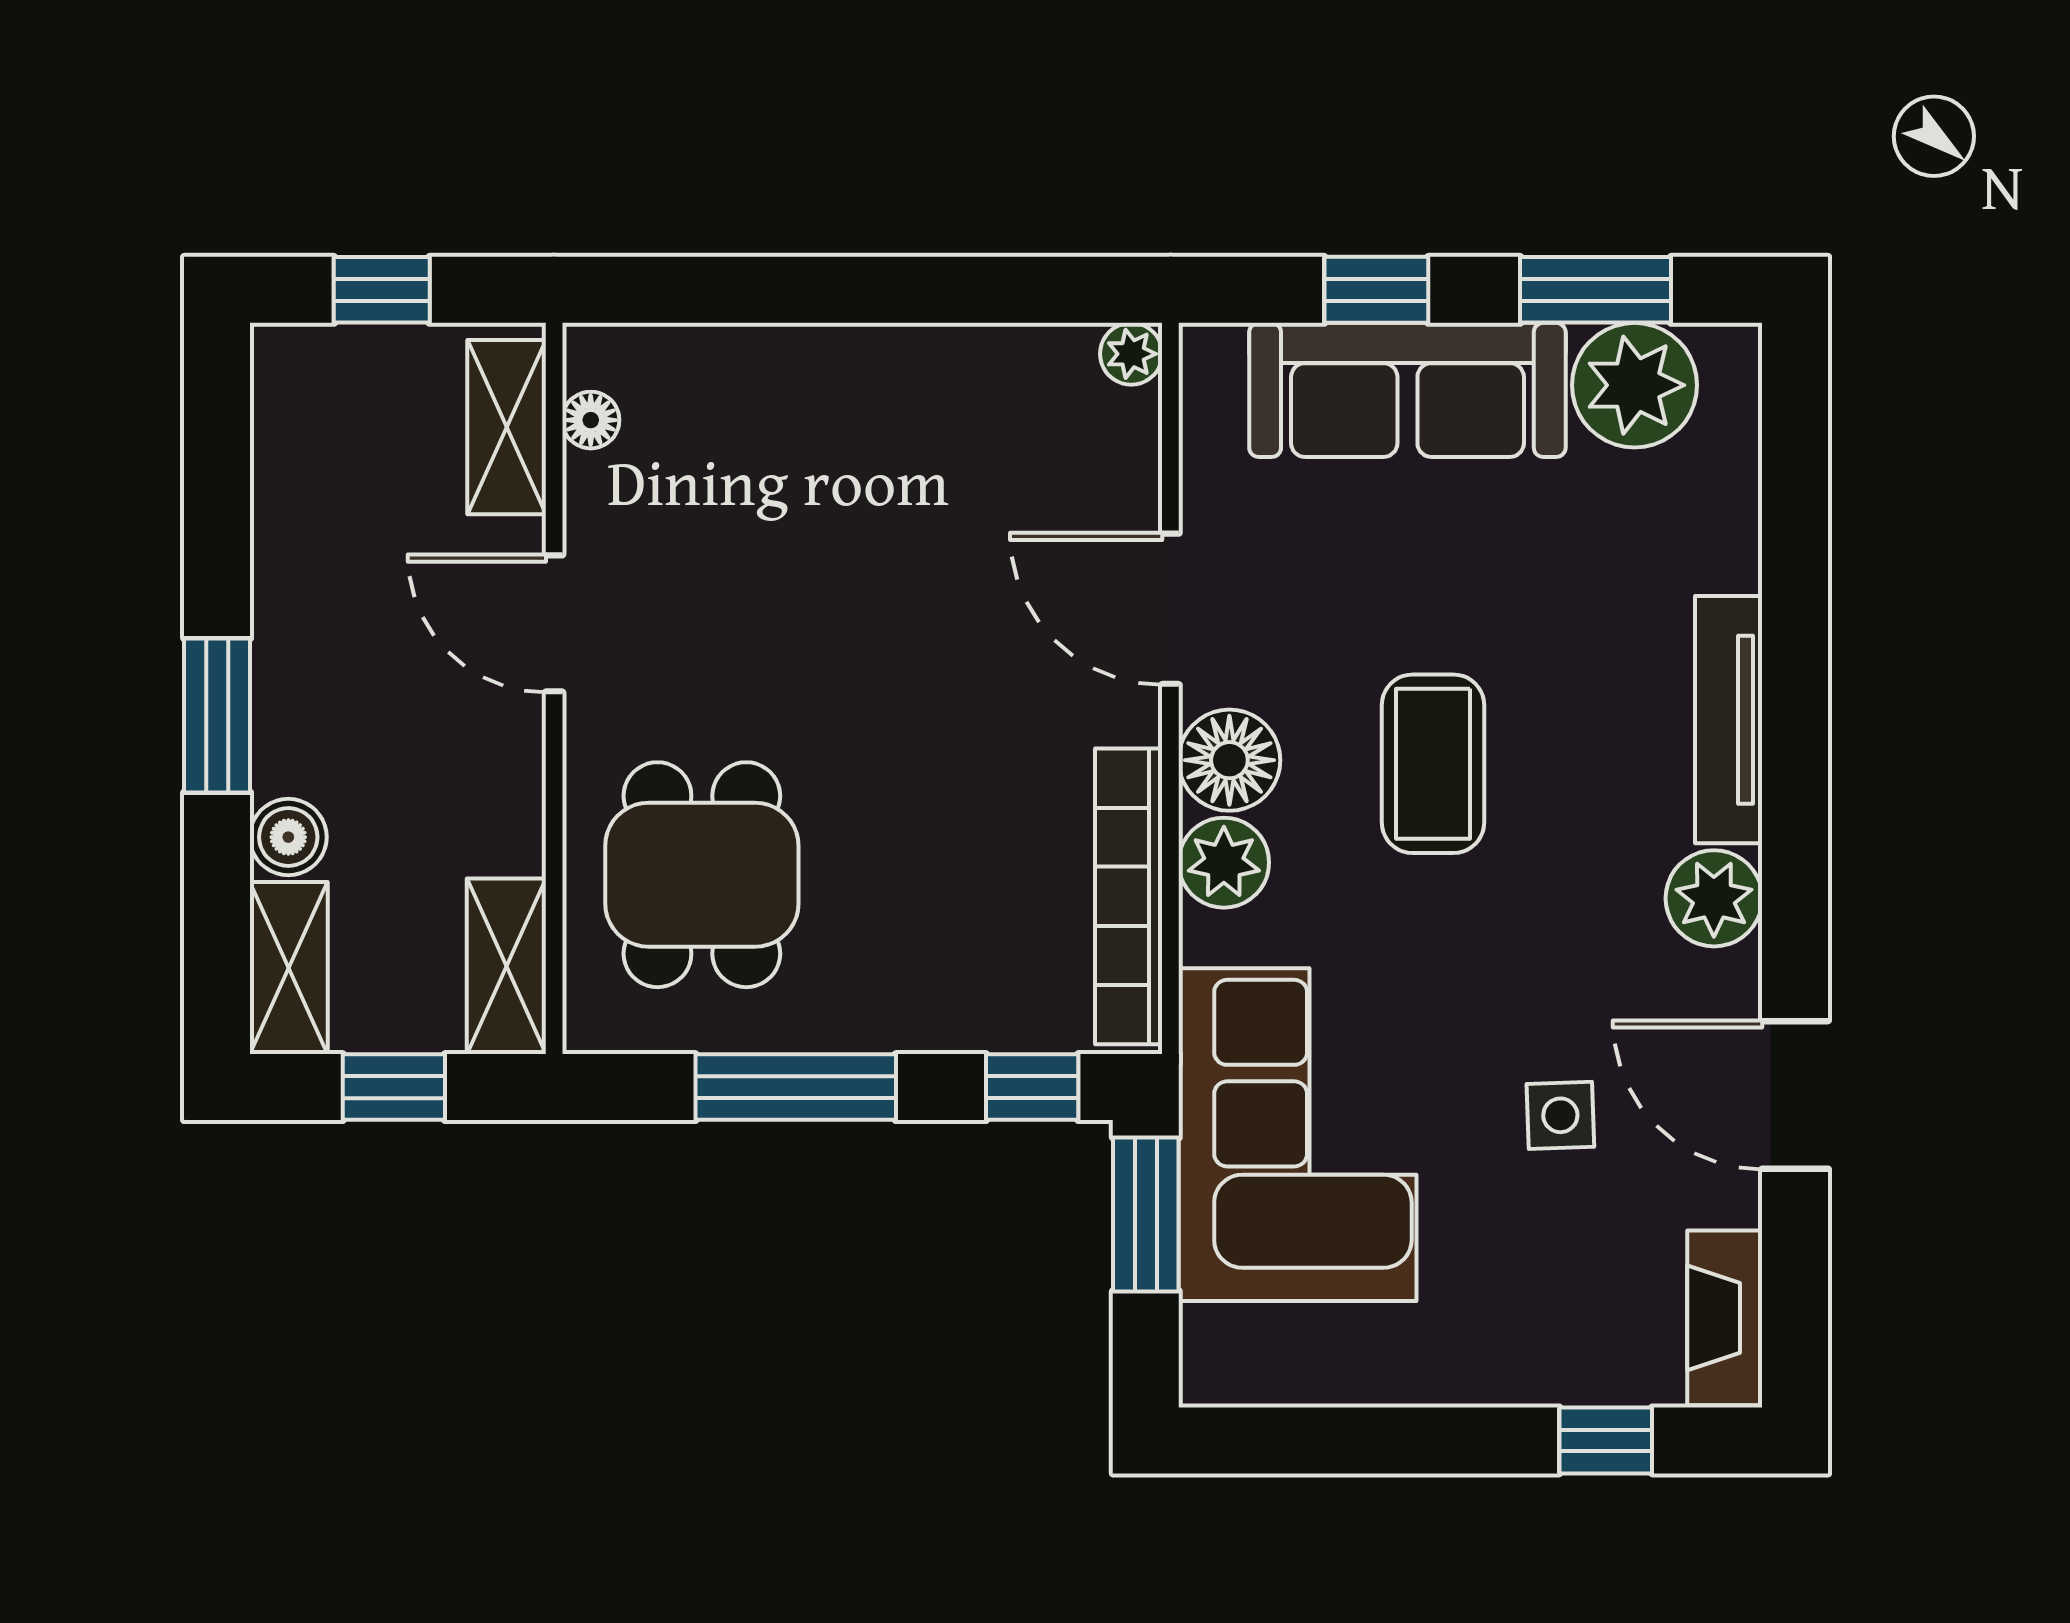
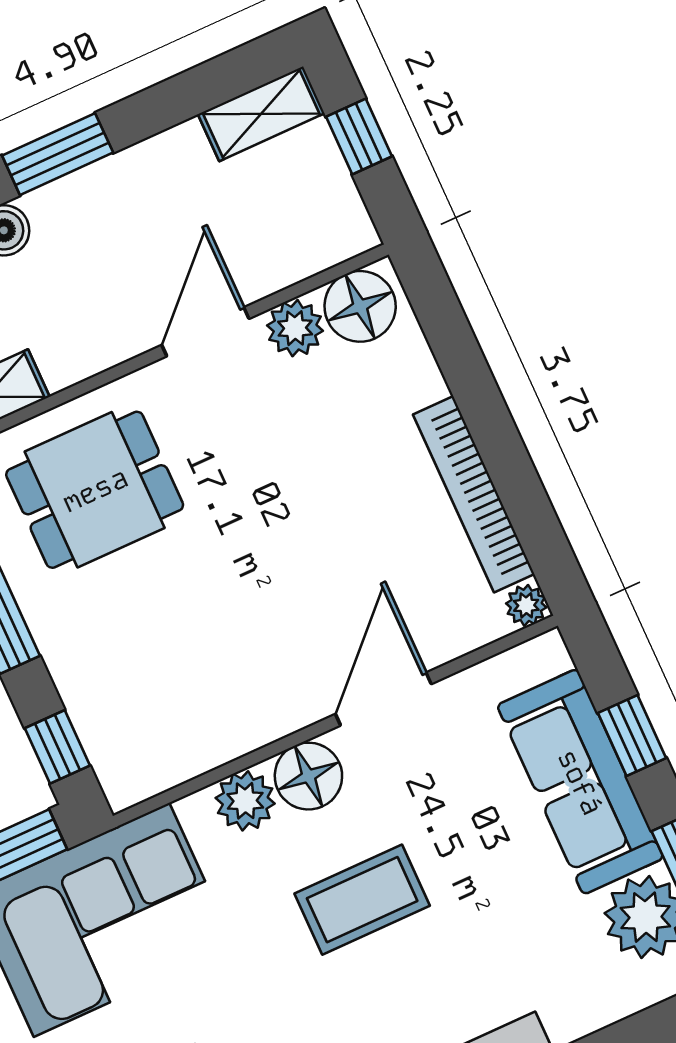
floor lamp: (591, 420) -> (360, 306), width x1.89, depth x1.89
shelving: (507, 427) -> (261, 114), moved
plant: (605, 498) -> (295, 328), added
bookcase: (1129, 896) -> (474, 494), moved, turned -90

